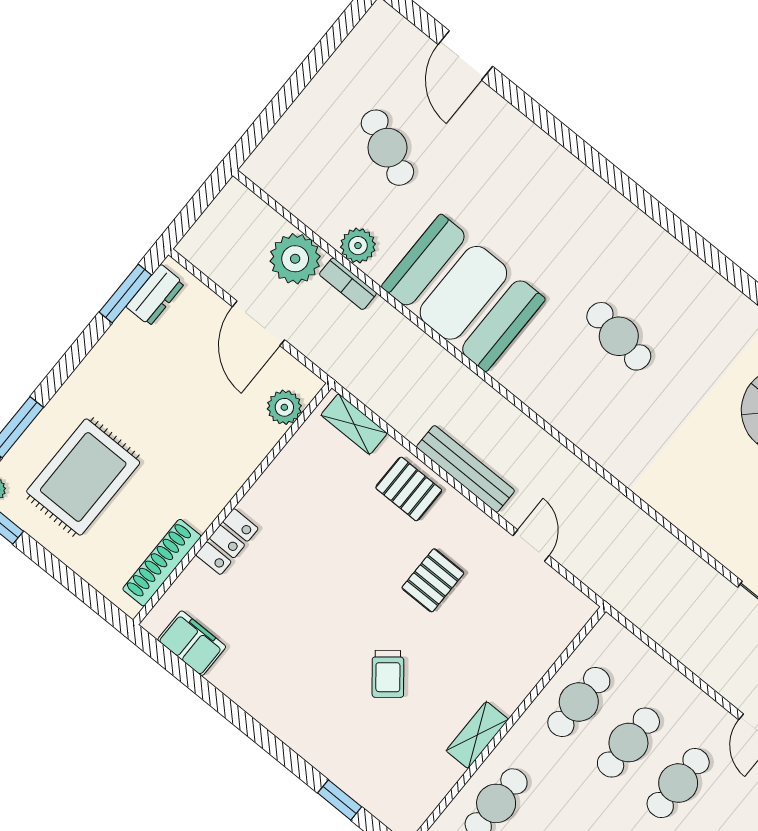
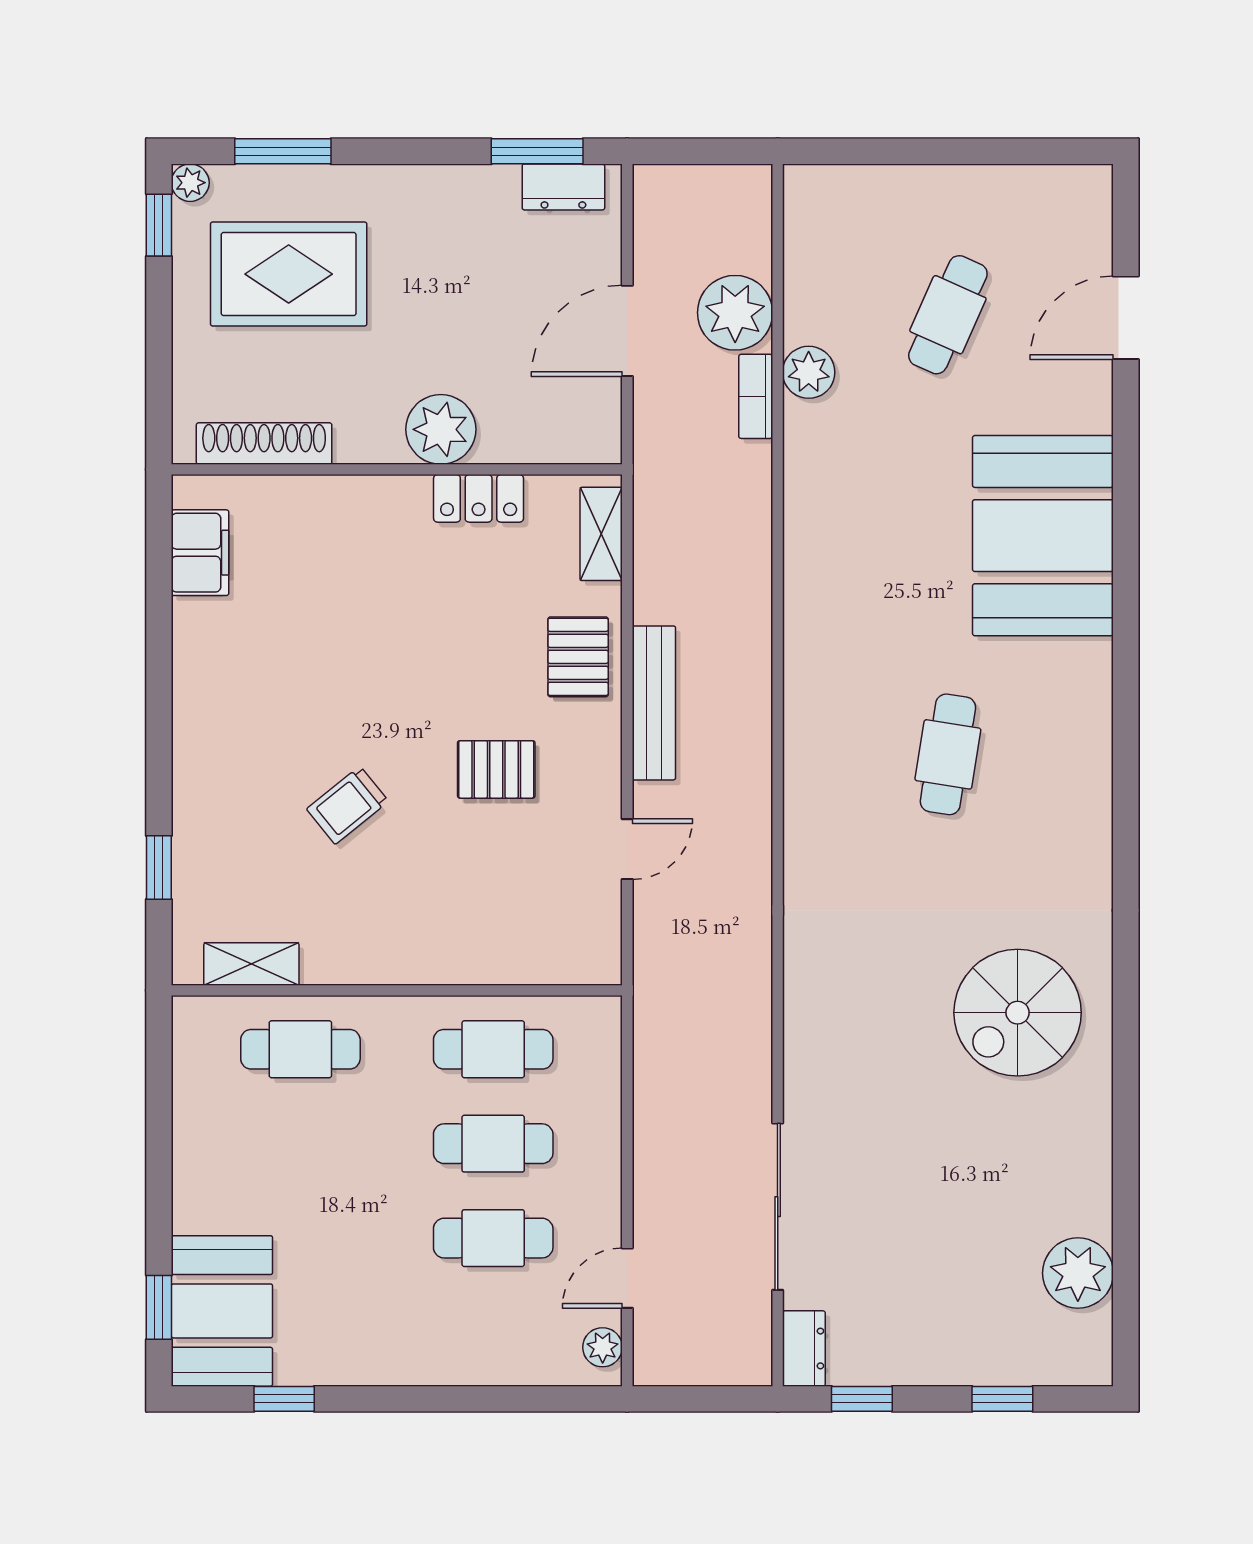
booth: (463, 293) -> (1043, 536), moved
plant: (284, 407) -> (441, 429), moved, width x1.36, depth x1.36
locker: (227, 542) -> (479, 498), moved
shelving: (477, 735) -> (251, 964), moved

